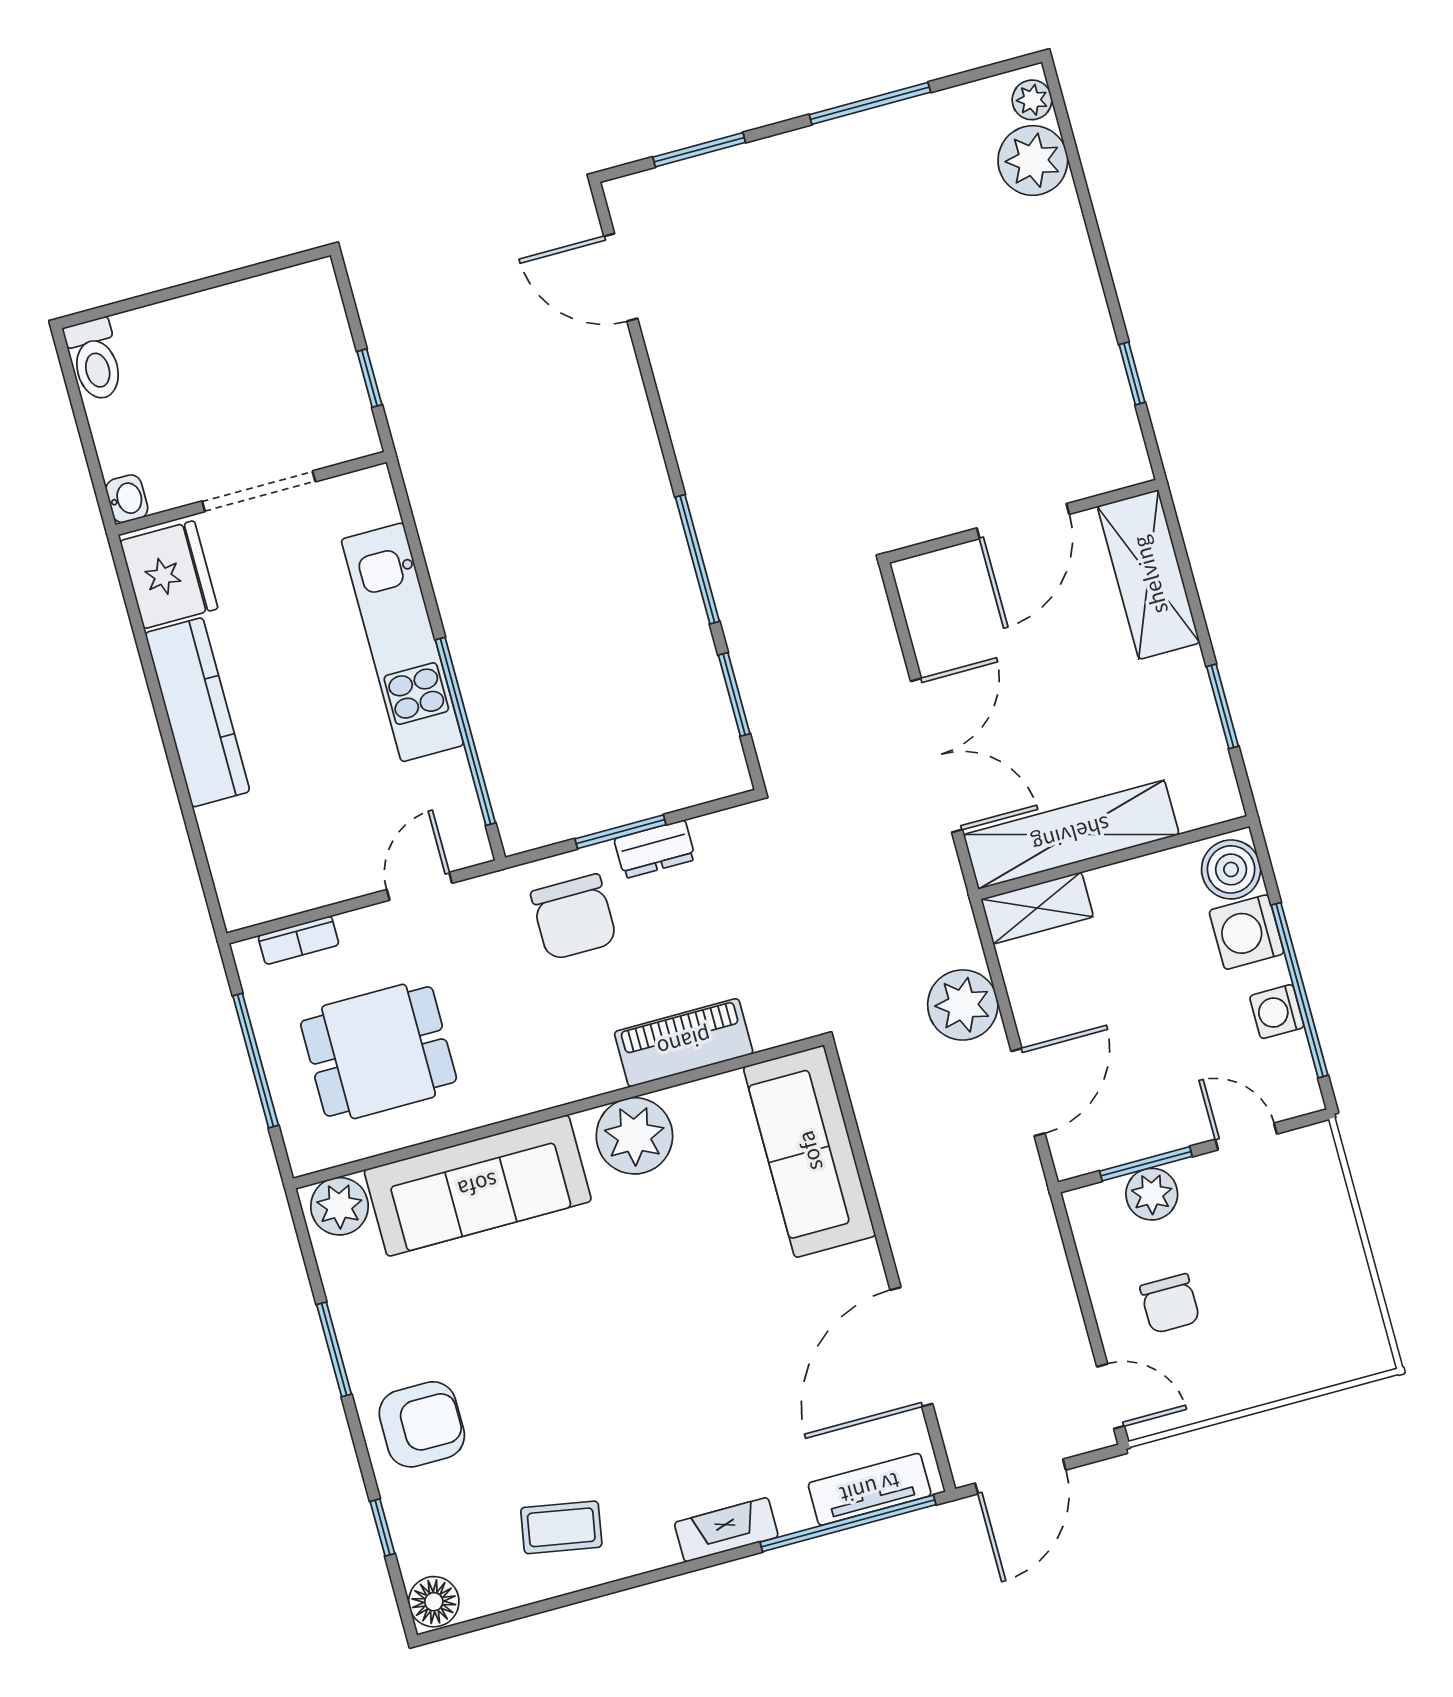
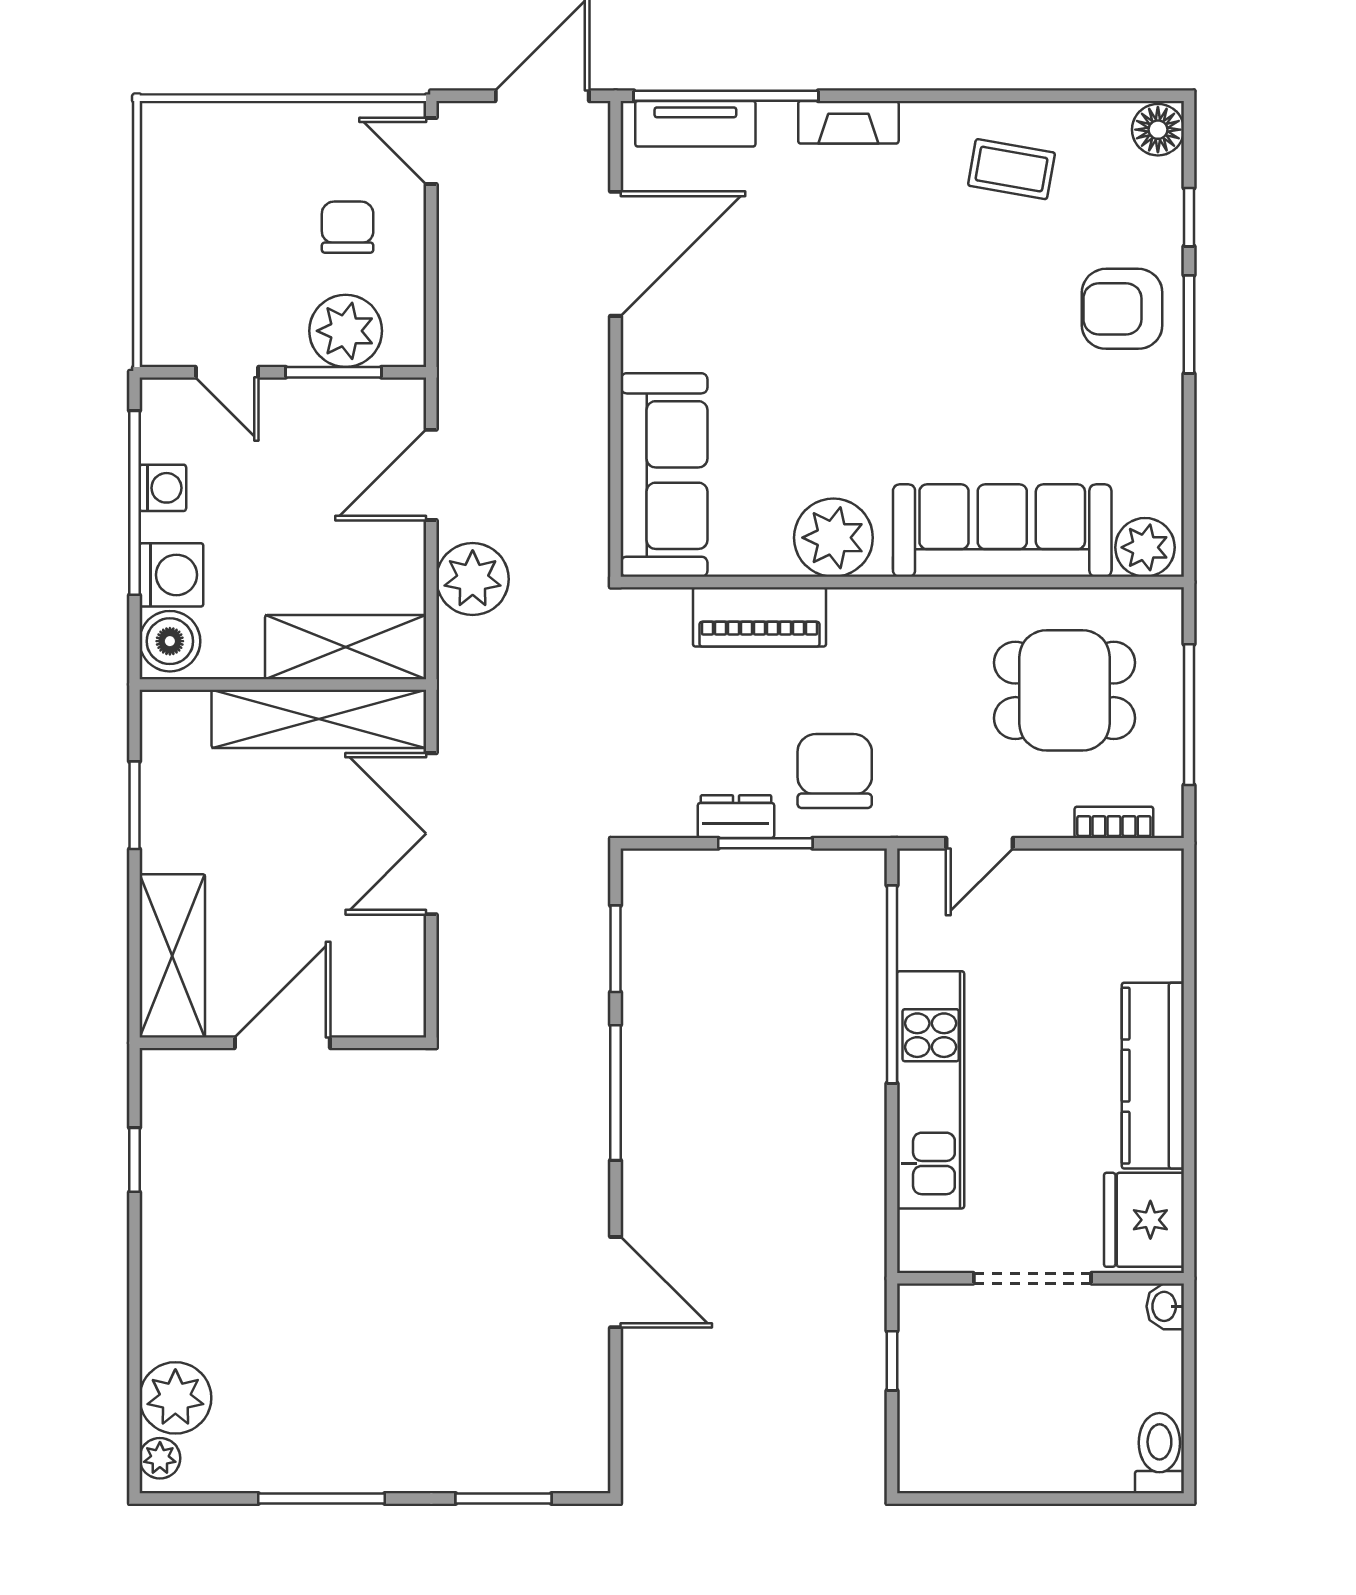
door: (621, 277) -> (616, 1282), moved
shelving: (1037, 908) -> (346, 647), width x1.50, depth x1.33
plant: (1152, 1194) -> (346, 331), width x1.36, depth x1.36
window: (334, 1349) -> (1189, 324), moved

